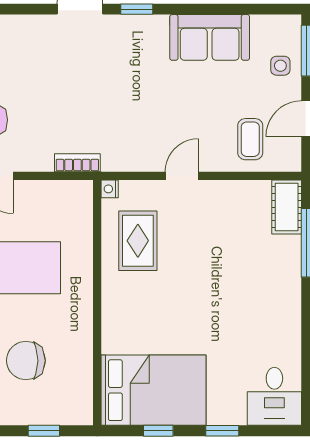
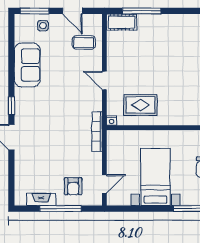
bookcase: (77, 163) -> (97, 132), width x1.56

